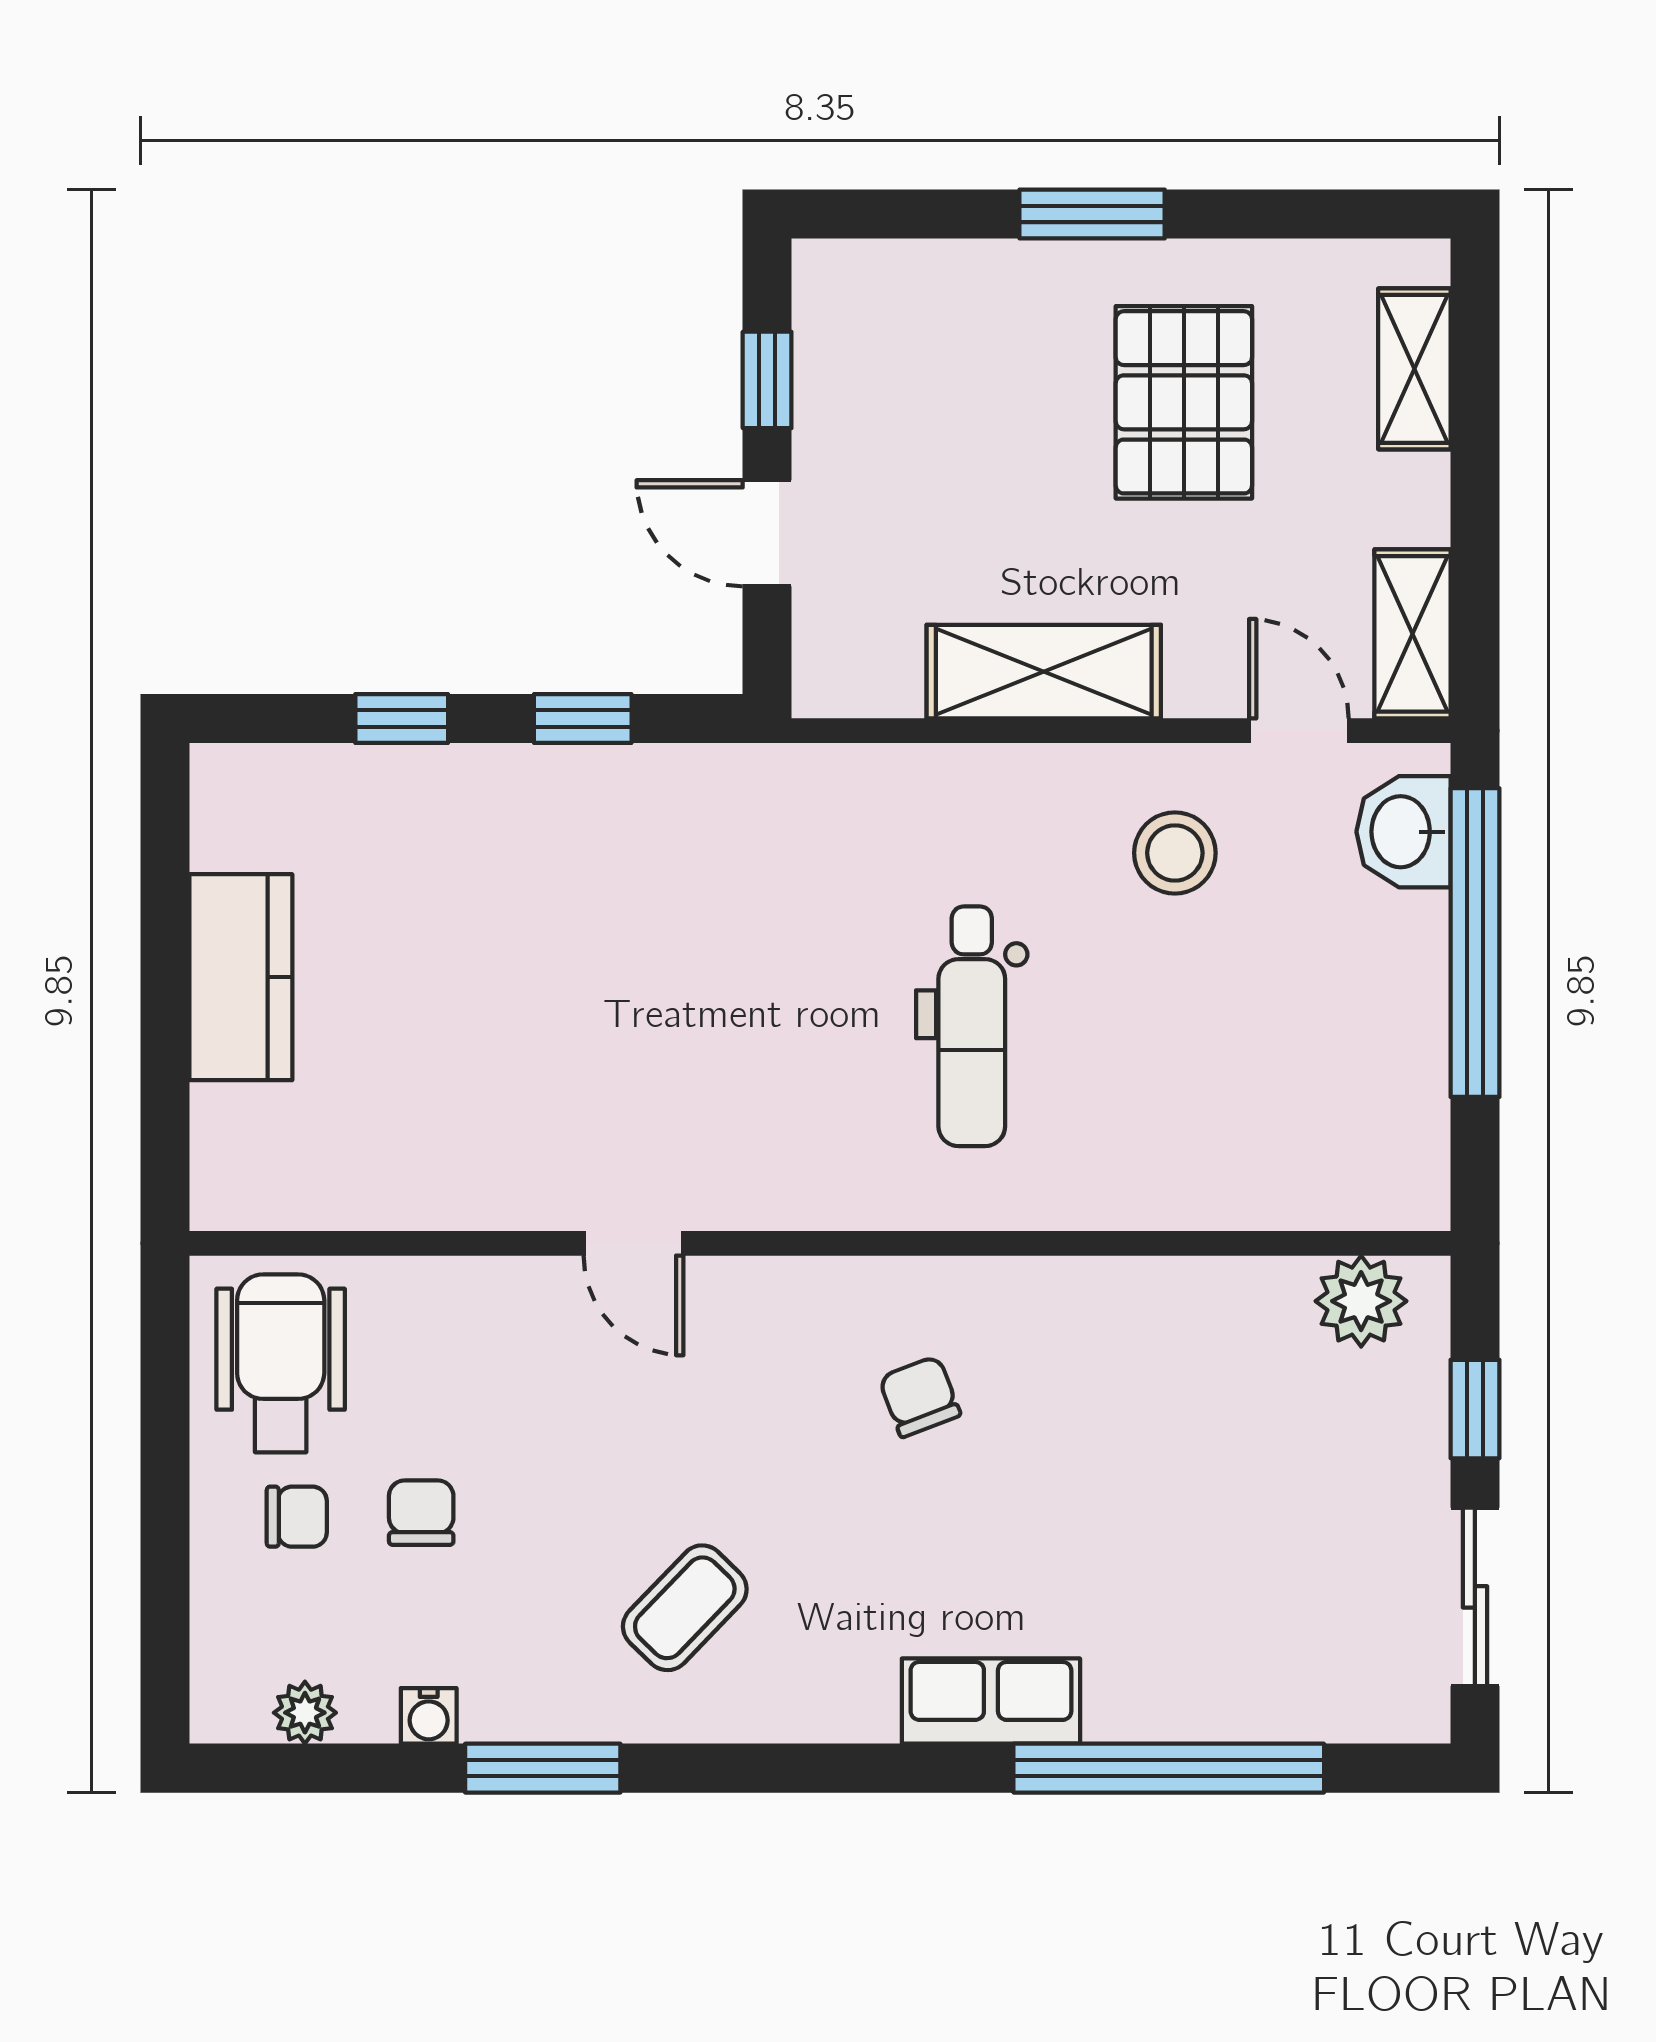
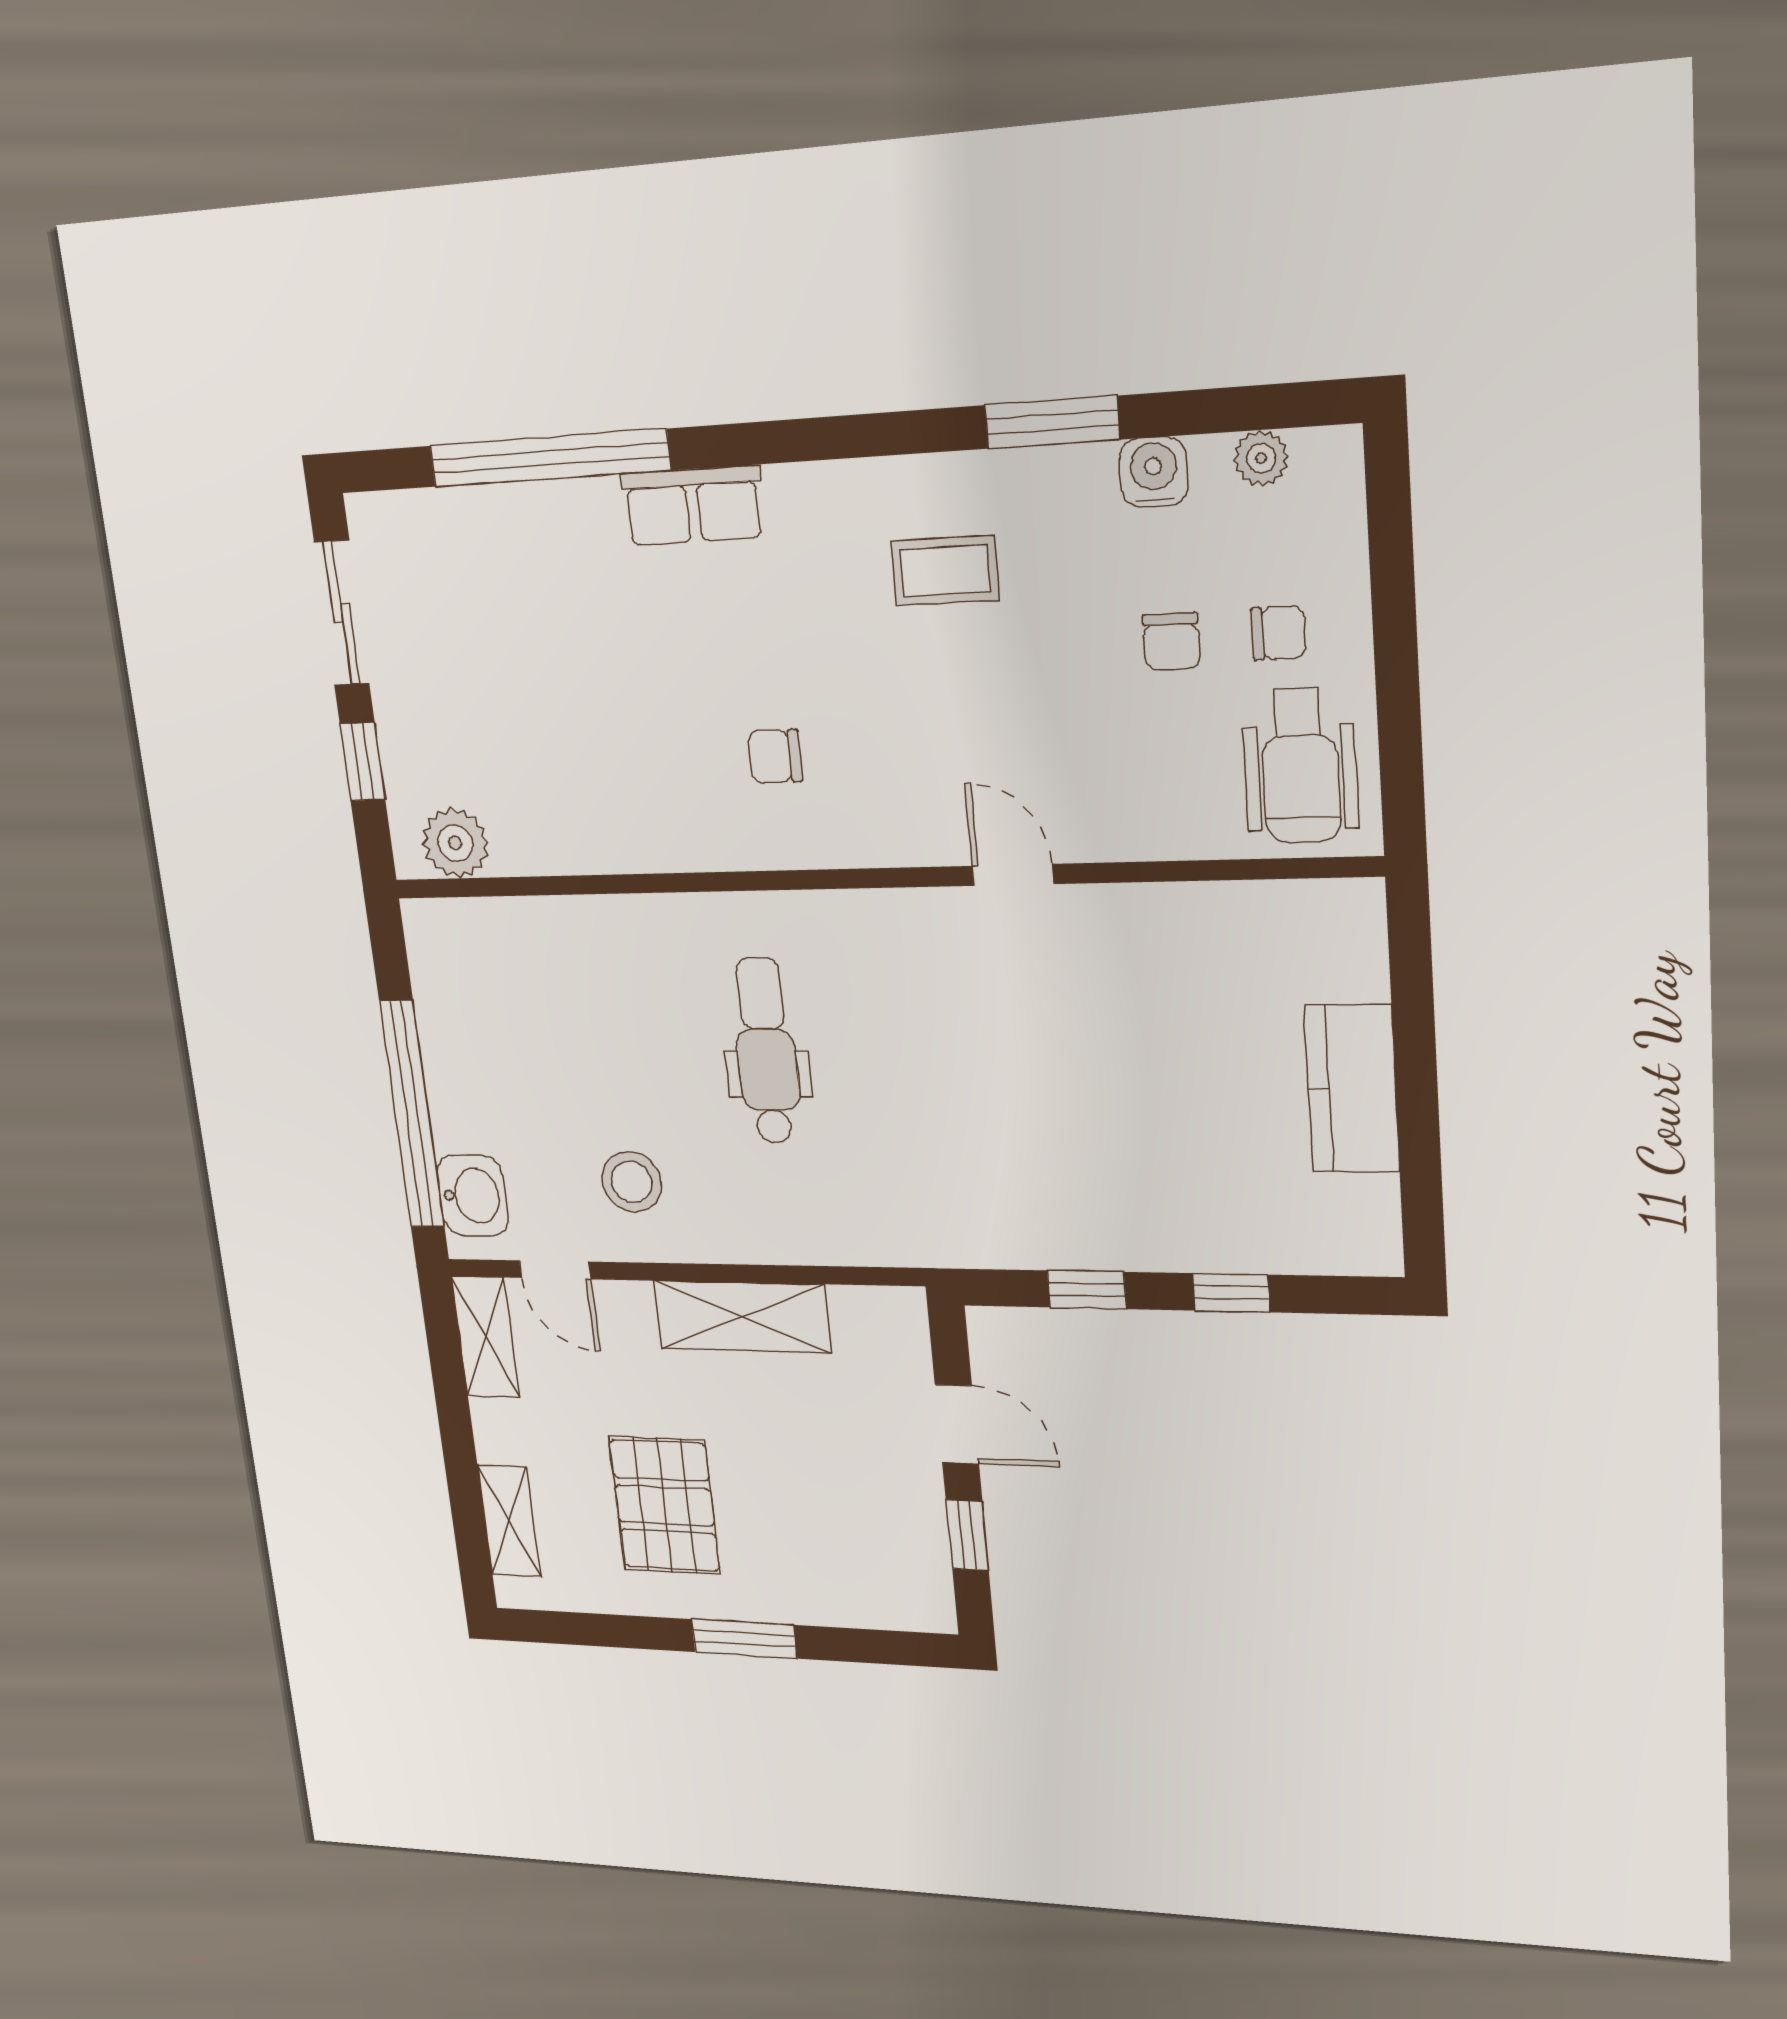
chair: (920, 1397) -> (775, 756), turned 111
chair: (297, 1517) -> (1278, 633), turned 180
coffee table: (685, 1608) -> (945, 570), turned 46
water cooler: (429, 1716) -> (1154, 472), width x1.38, depth x1.38

